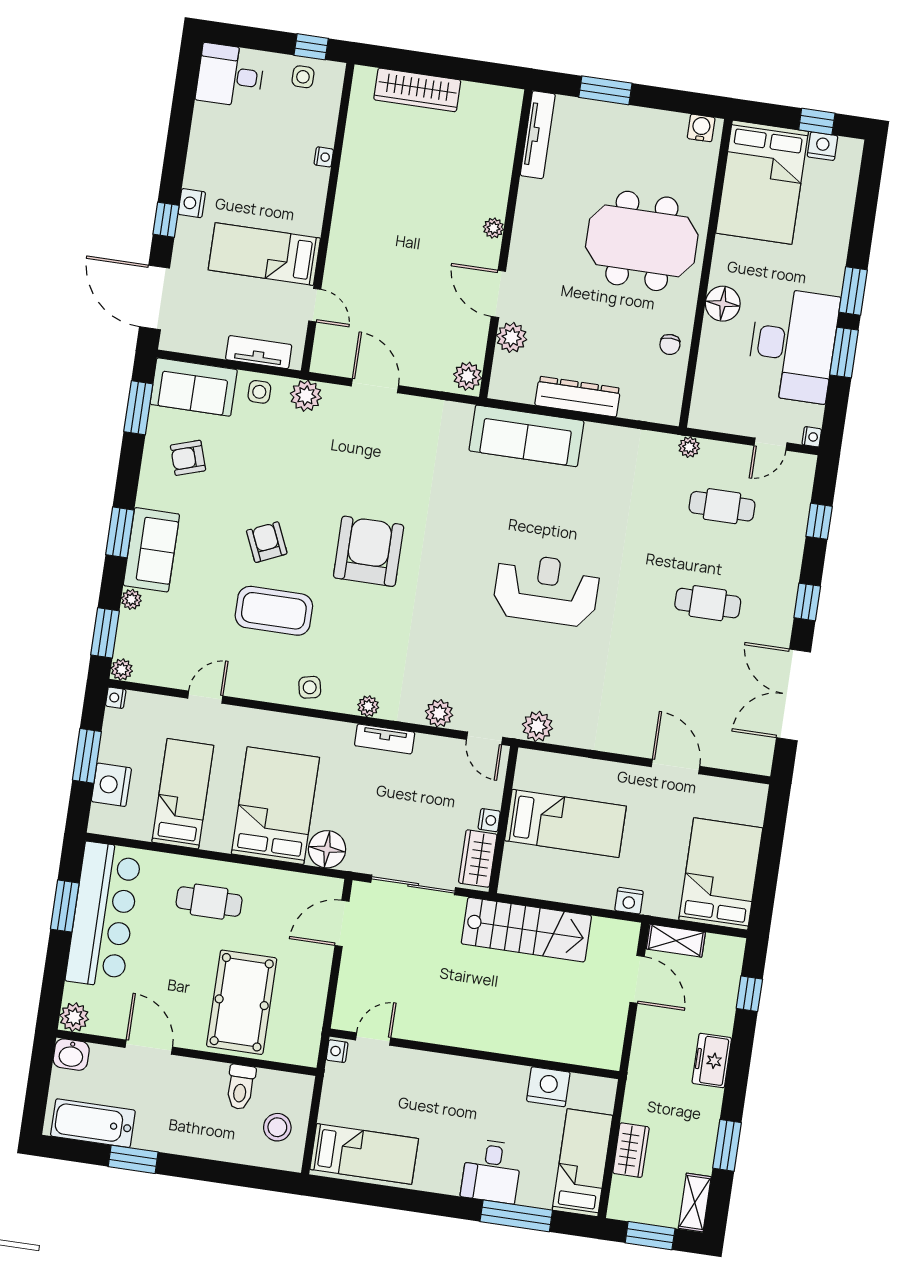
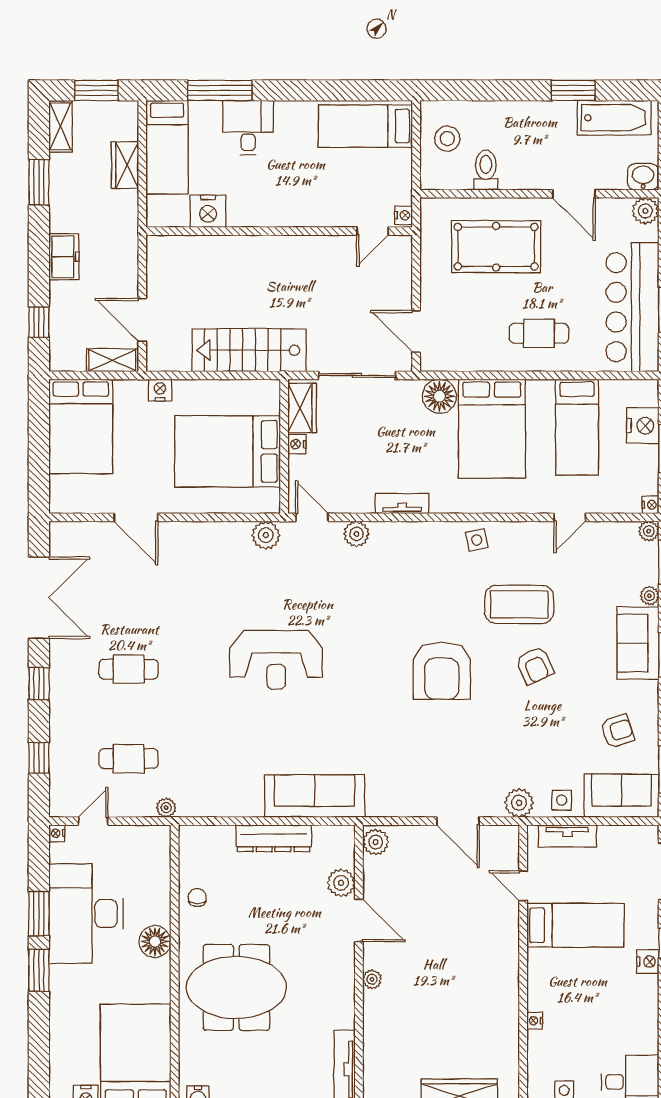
plant: (368, 706) -> (421, 531), removed
bed: (565, 823) -> (228, 451), width x1.50
door: (342, 923) -> (416, 331), swing flipped
pool table: (242, 1002) -> (496, 247), turned 90

